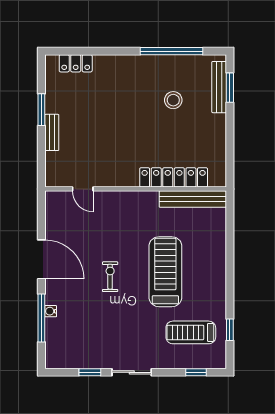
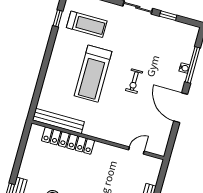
door: (83, 189) -> (136, 150), hinge flipped

